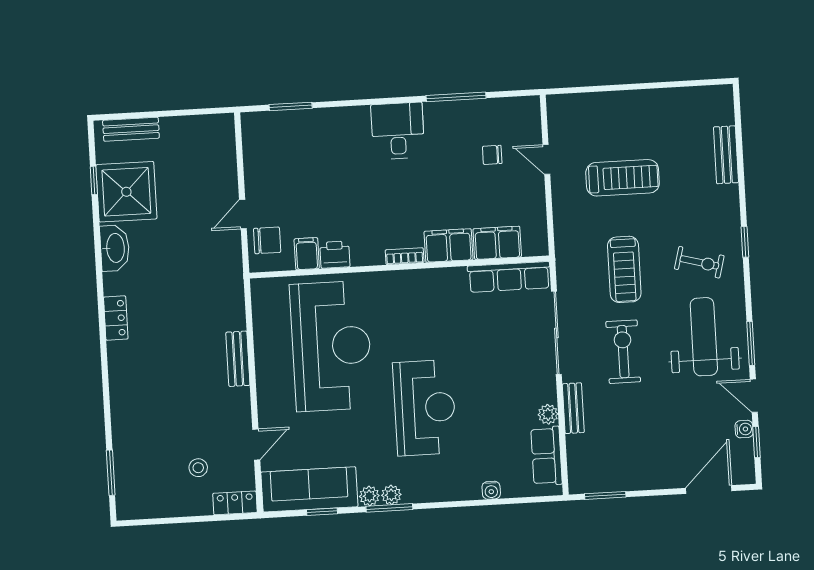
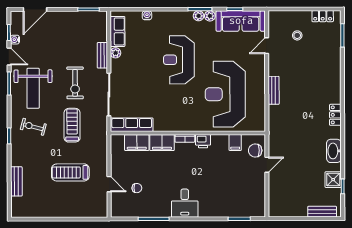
shower: (126, 192) -> (333, 180), width x0.54, depth x0.54
printer: (335, 255) -> (203, 141), moved
locker: (235, 503) -> (323, 16), moved

